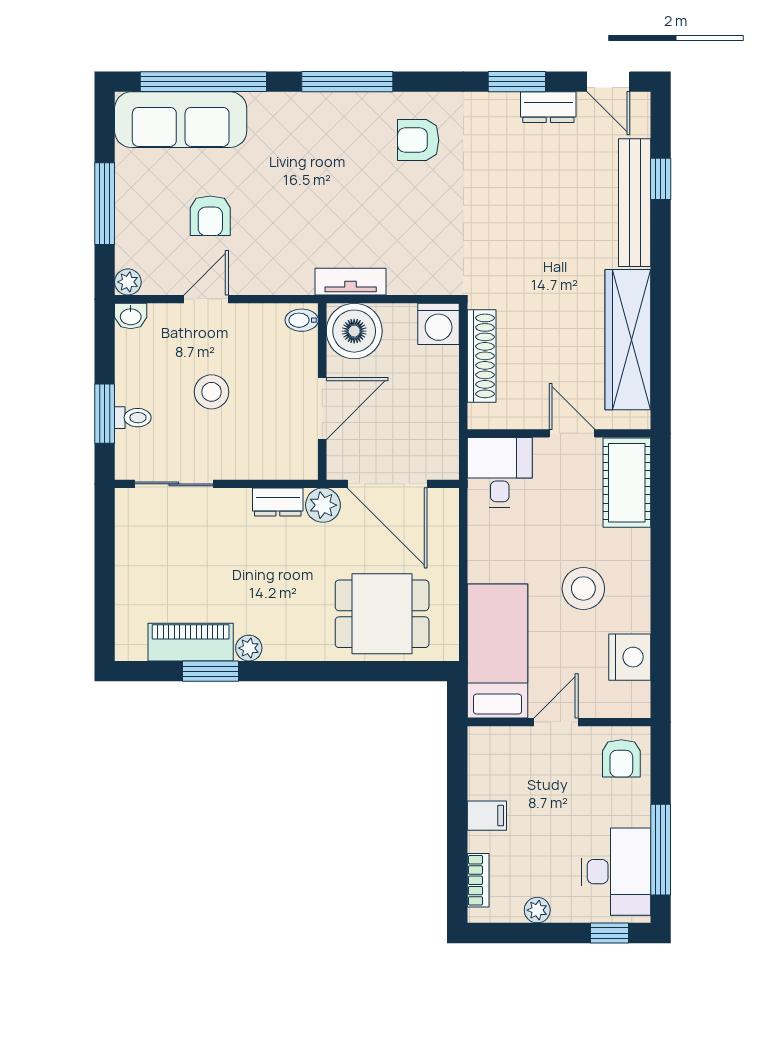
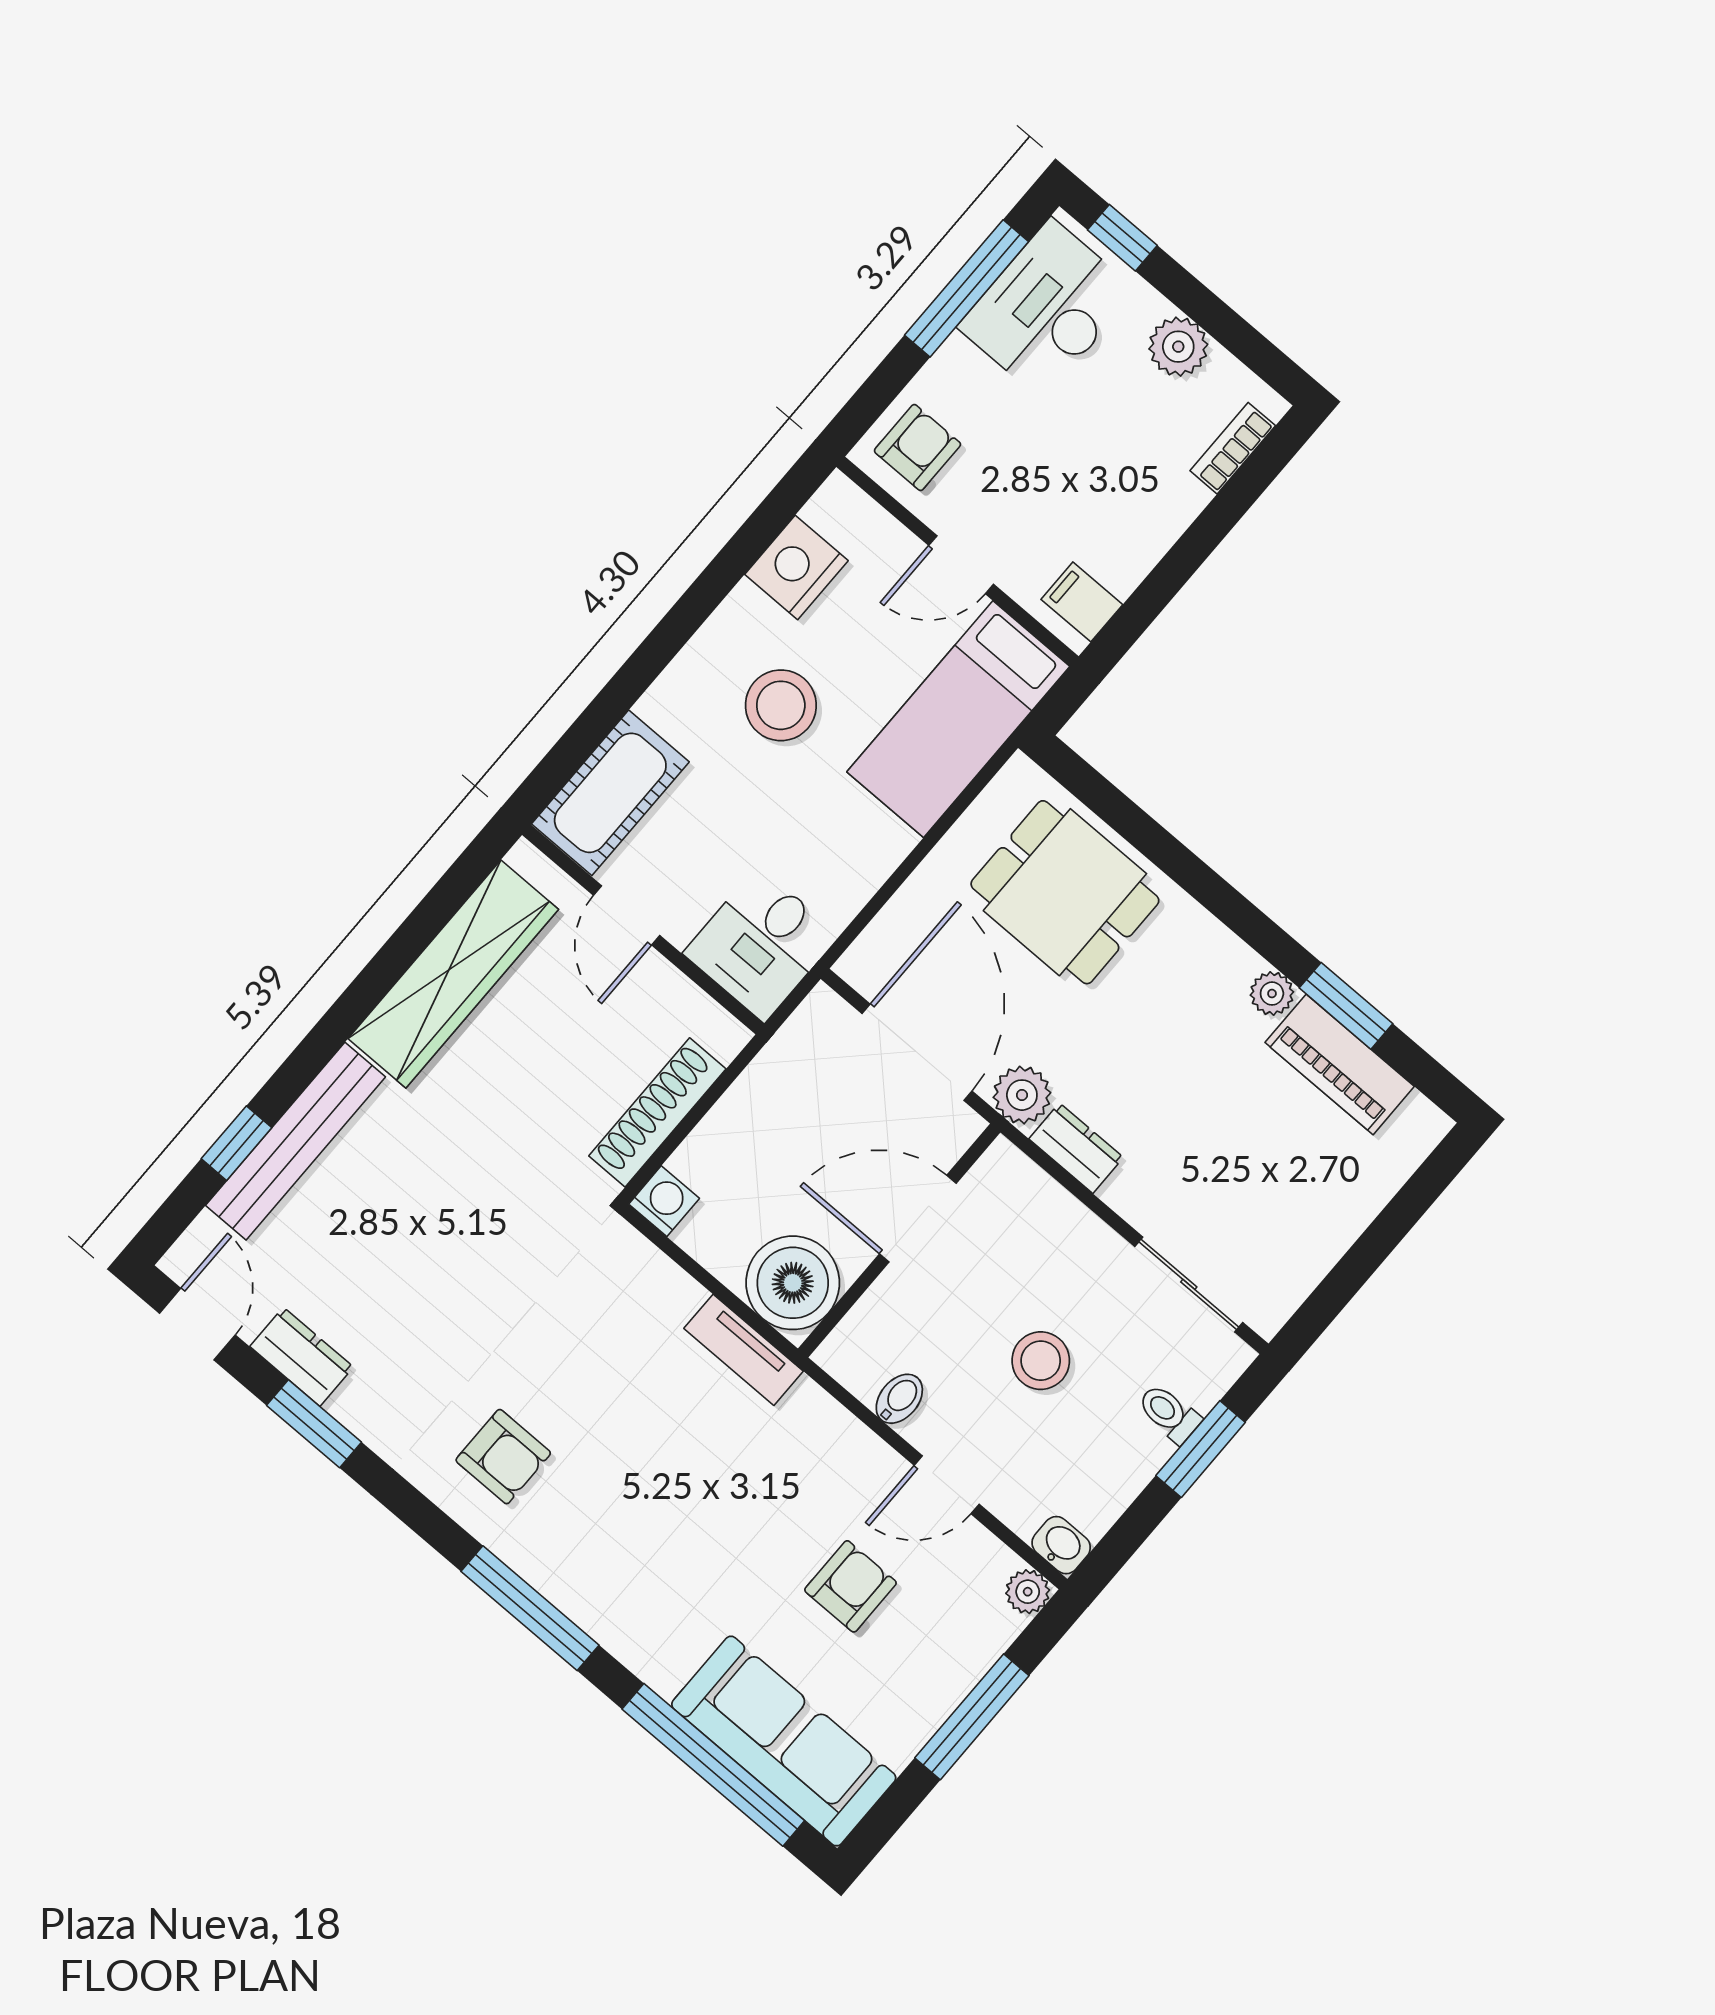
bidet: (302, 320) -> (899, 1399), moved, turned -90
washing machine: (439, 324) -> (664, 1201), width x0.73, depth x0.73
filing cabinet: (487, 816) -> (1082, 602), moved
plant: (537, 910) -> (1178, 347), width x1.38, depth x1.38

